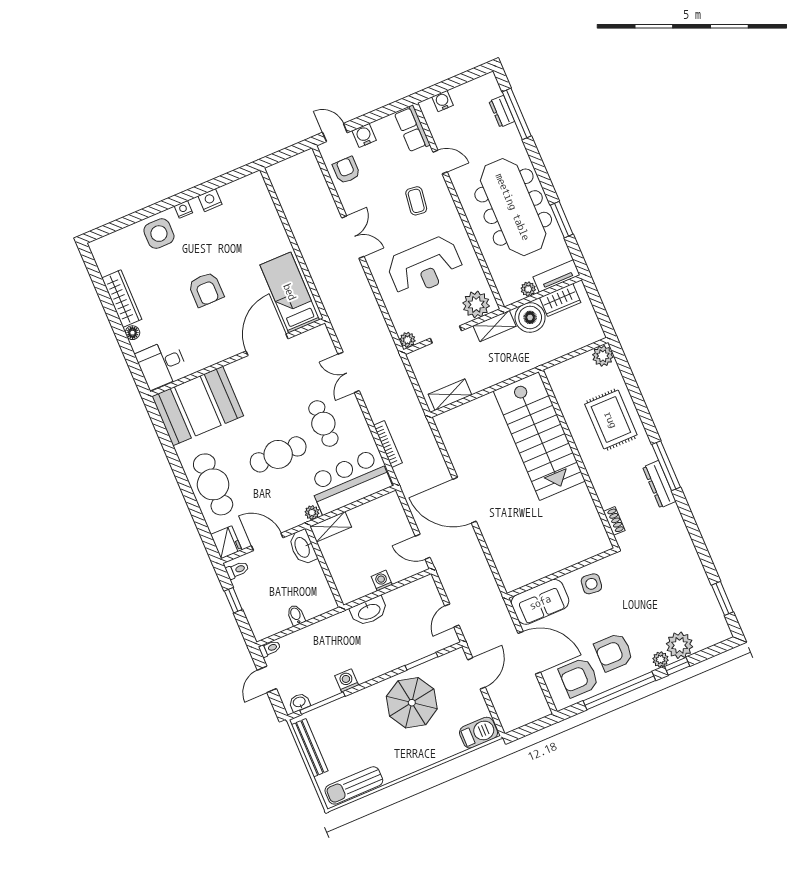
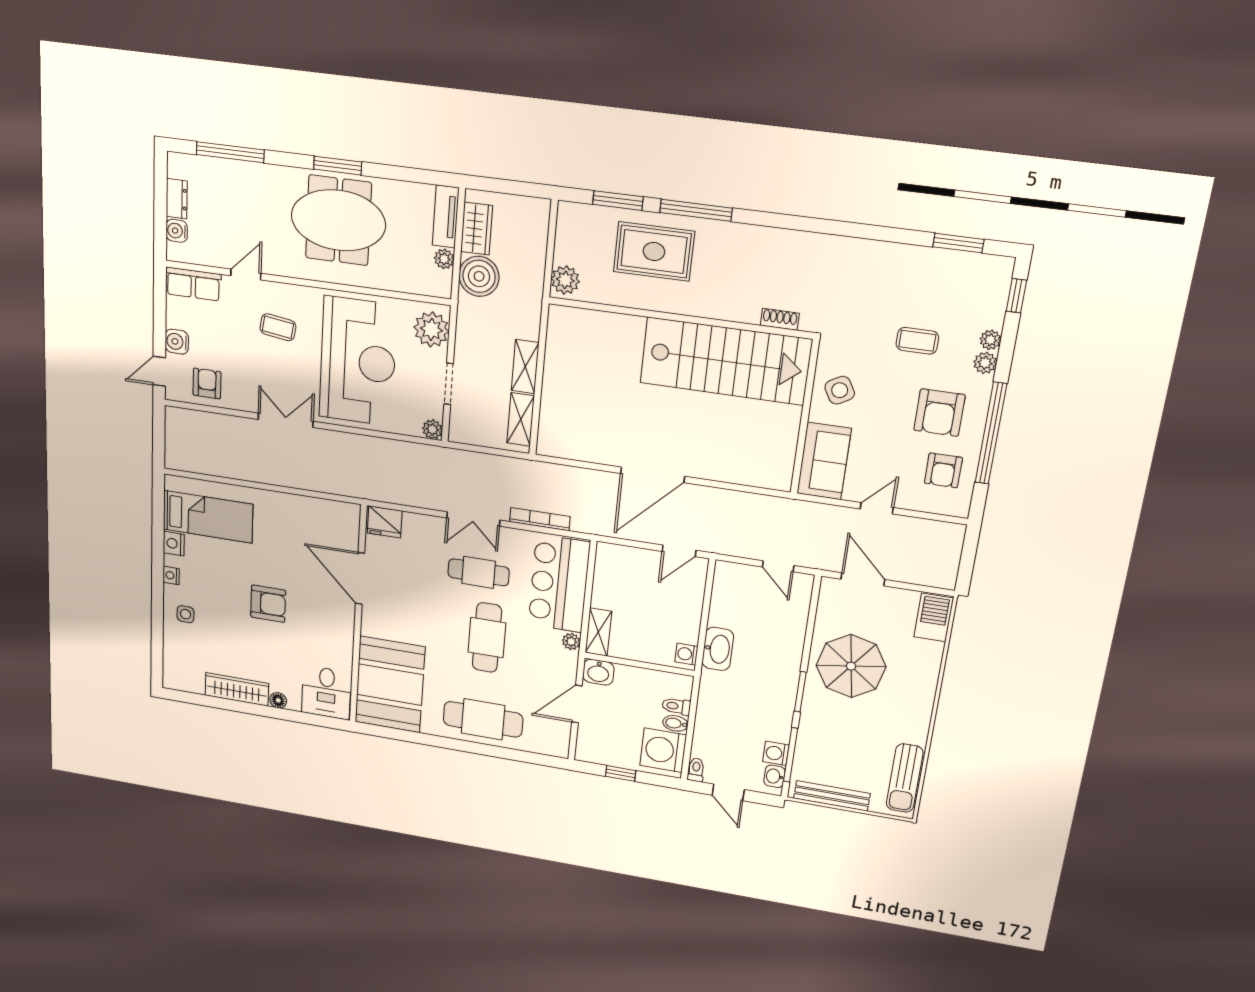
dresser: (502, 111) -> (177, 199), moved, turned -90
armchair: (346, 170) -> (207, 383), turned 90
meeting table: (513, 207) -> (338, 220), width x0.73
window: (562, 220) -> (338, 166), moved
side table: (159, 234) -> (186, 614), width x0.54, depth x0.54
reception desk: (425, 266) -> (358, 361), width x1.36, depth x1.30
bed: (290, 292) -> (208, 517), moved, turned 180
shelving: (494, 326) -> (525, 367), moved
plant: (603, 356) -> (565, 280), moved
double door: (349, 372) -> (473, 519), moved
window: (630, 380) -> (618, 201), added
stairs: (539, 436) -> (725, 361), moved
window: (666, 466) -> (696, 210), moved
dresser: (659, 484) -> (767, 239), removed
fridge: (226, 542) -> (385, 522), moved, turned 180
washbasin: (303, 547) -> (598, 672), width x0.72
toilet: (237, 570) -> (676, 706), moved, turned -90
washing machine: (382, 581) -> (686, 654), moved
side table: (591, 584) -> (840, 390), turned -37
coffee table: (650, 611) -> (917, 341), added
washing machine: (270, 618) -> (663, 750), added
plant: (680, 645) -> (990, 340), width x0.53, depth x0.53
door: (529, 653) -> (877, 508), width x0.53
window: (421, 661) -> (800, 692), moved
window: (677, 666) -> (1016, 296), moved
armchair: (579, 677) -> (943, 470), width x0.72, depth x0.72
washing machine: (347, 681) -> (776, 753), moved

